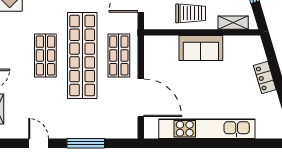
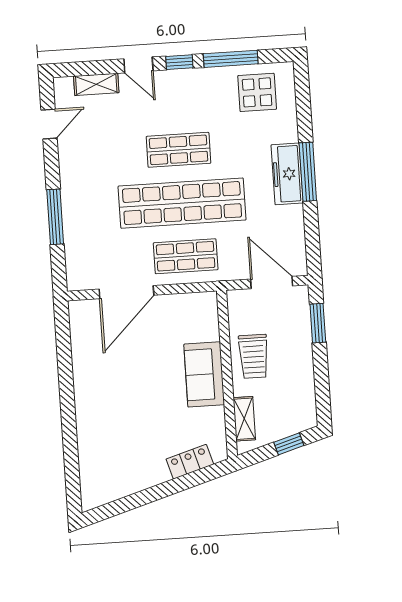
locker: (265, 77) -> (190, 462), moved
kitchen unit: (207, 129) -> (88, 391), removed
door: (39, 143) -> (49, 124), moved

